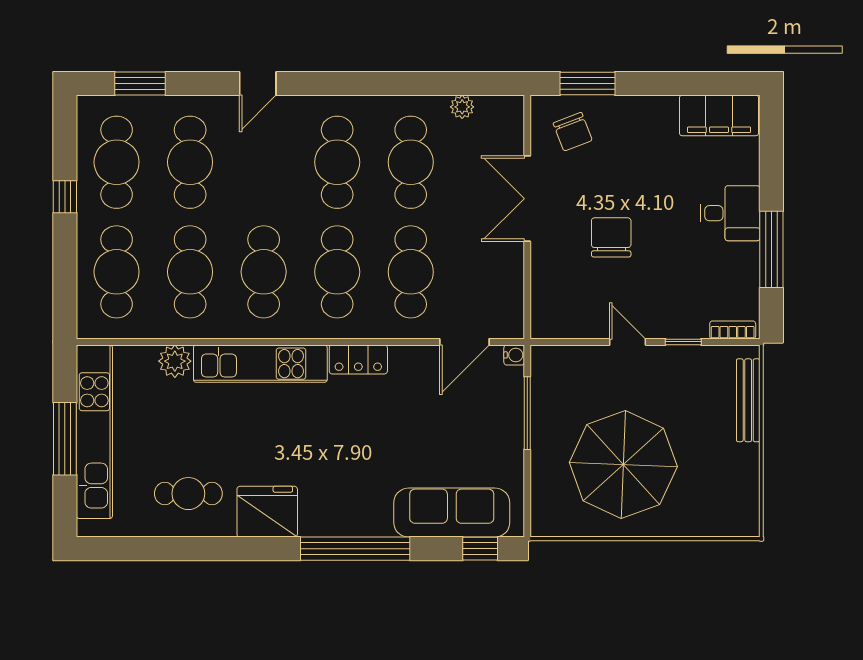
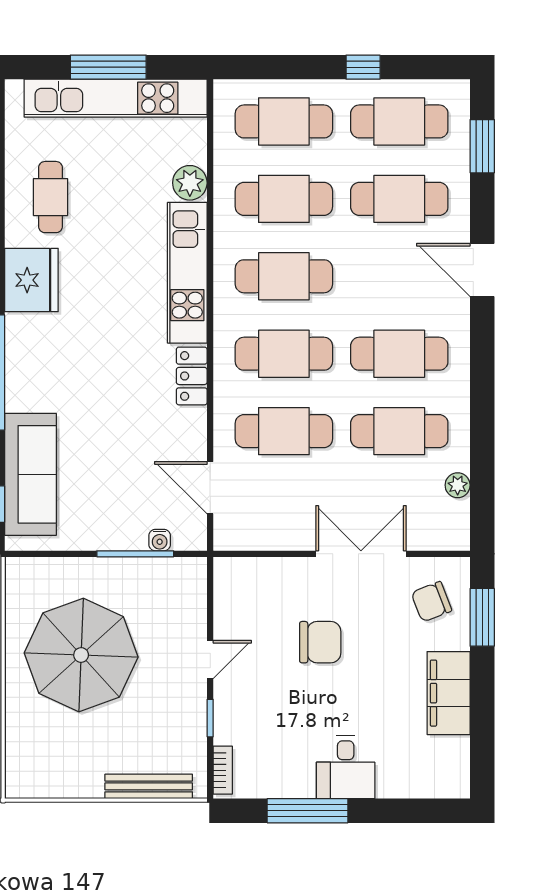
door: (258, 84) -> (482, 270), width x1.38
filing cabinet: (719, 115) -> (449, 693), moved
water cooler: (514, 355) -> (160, 540), moved

